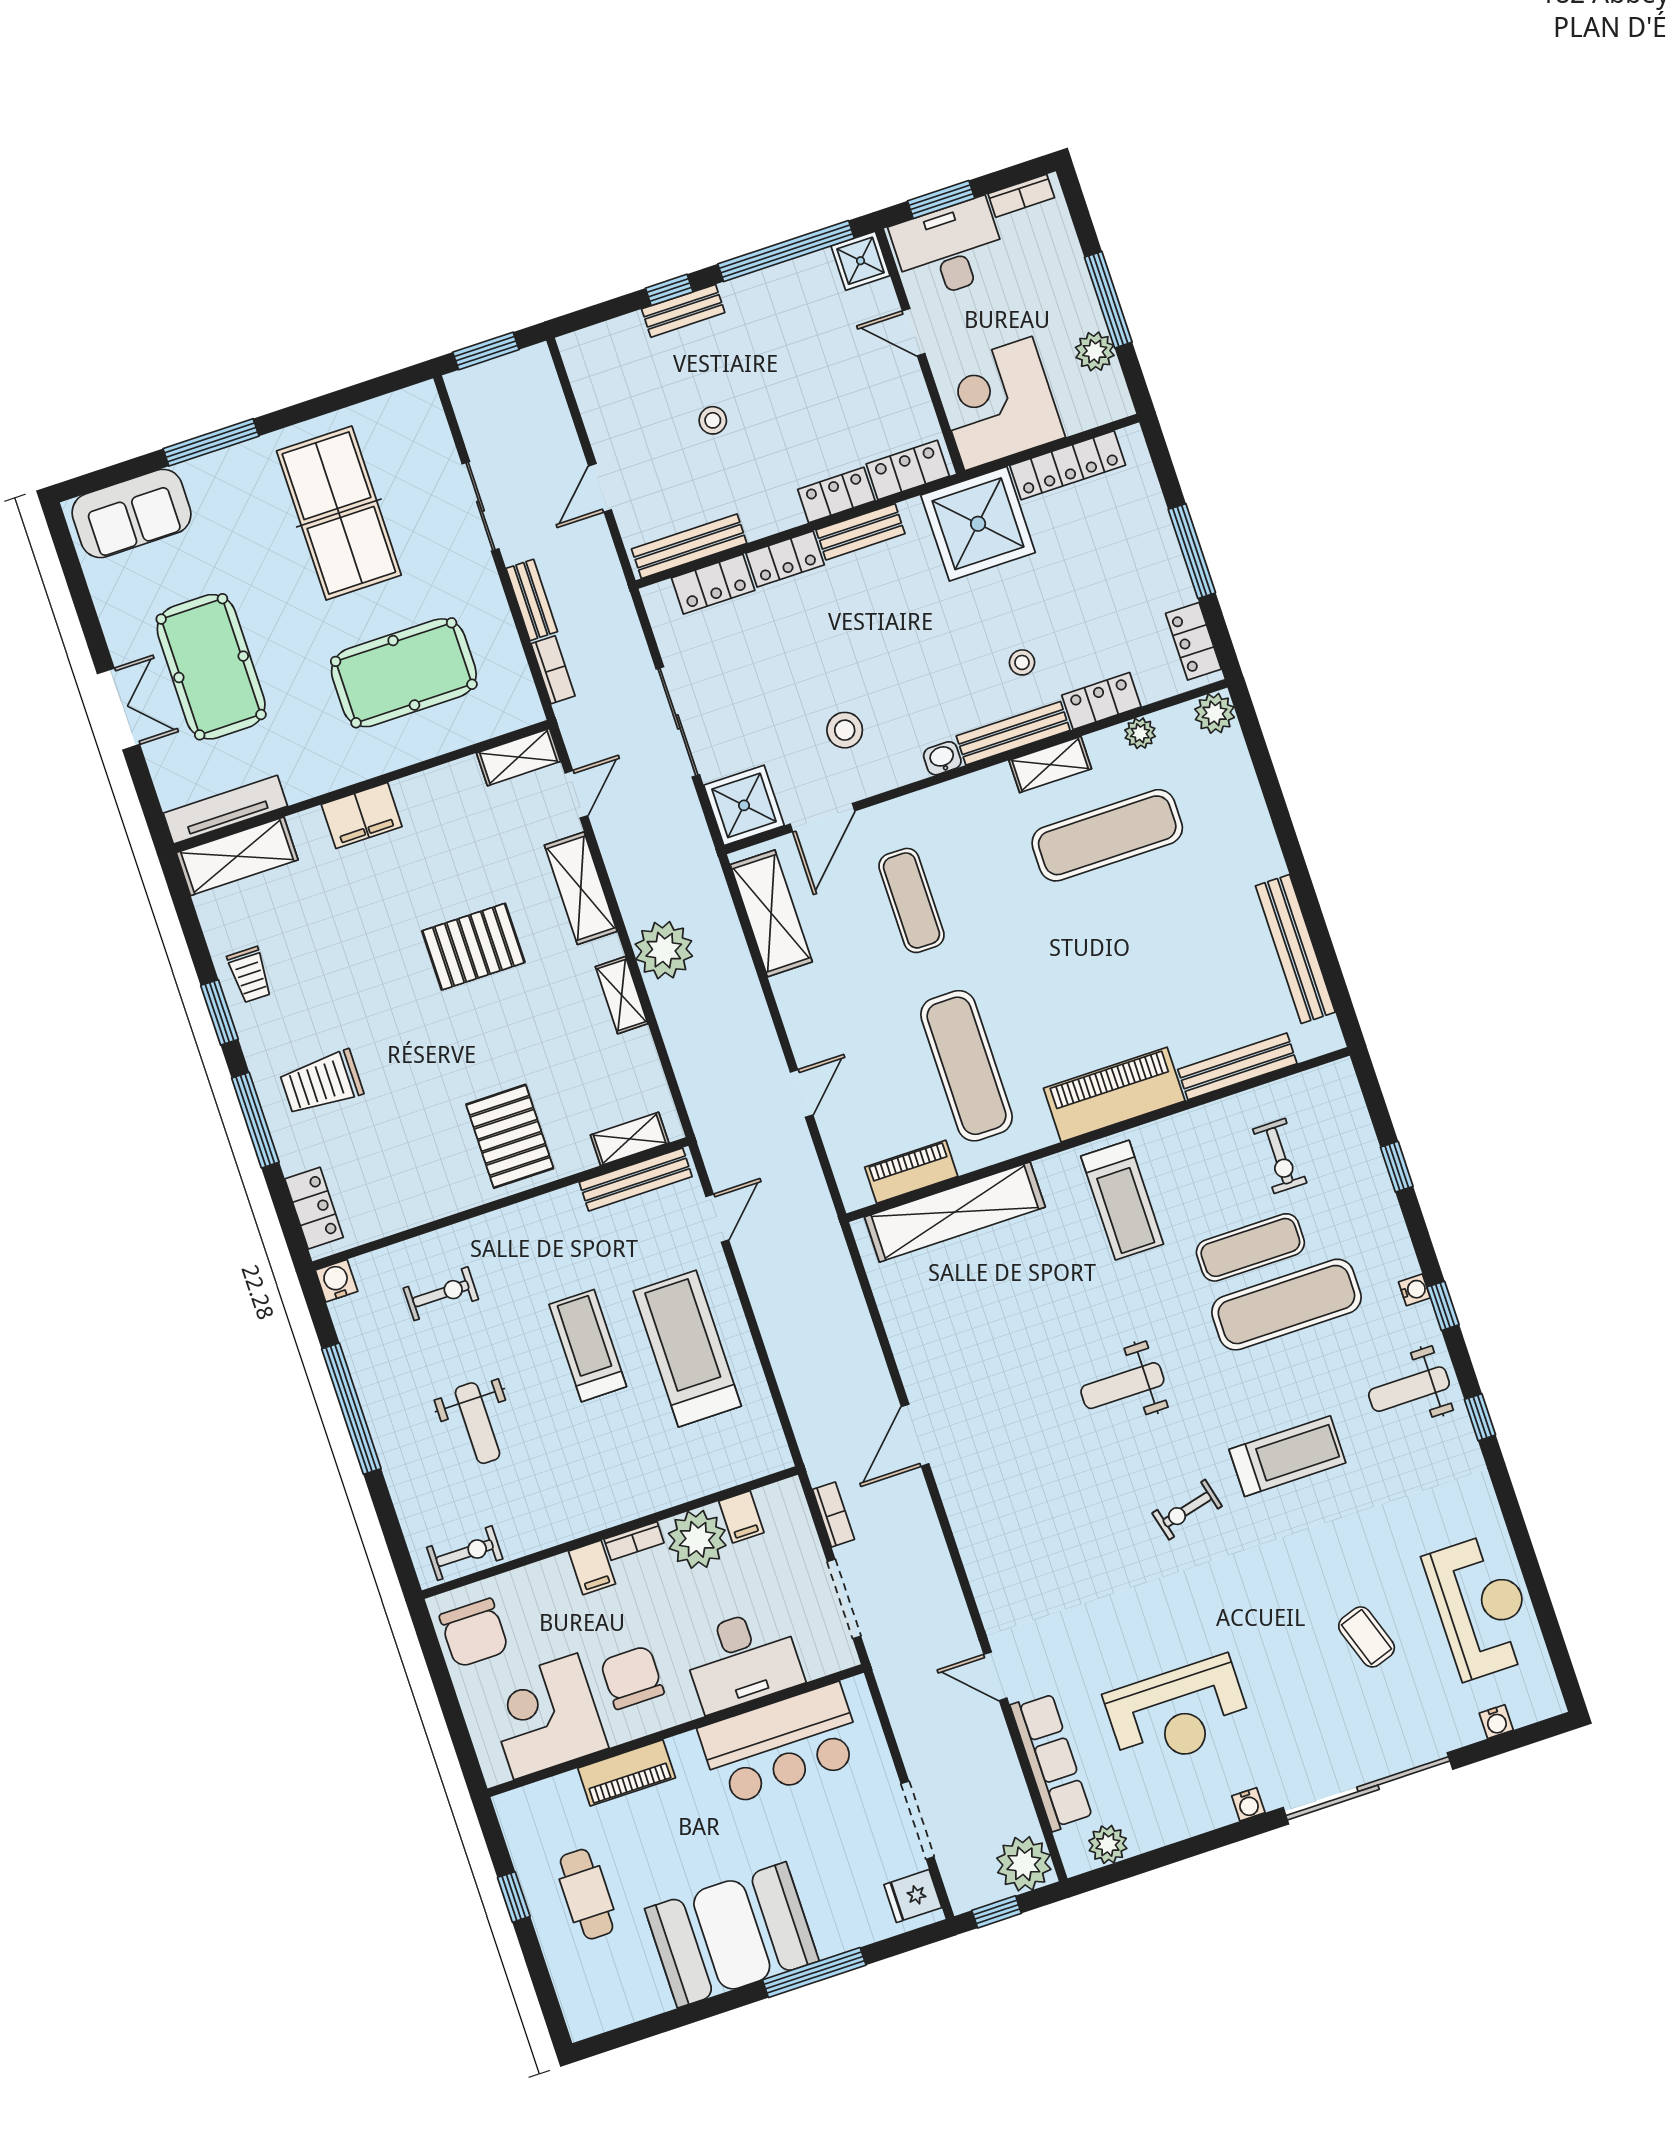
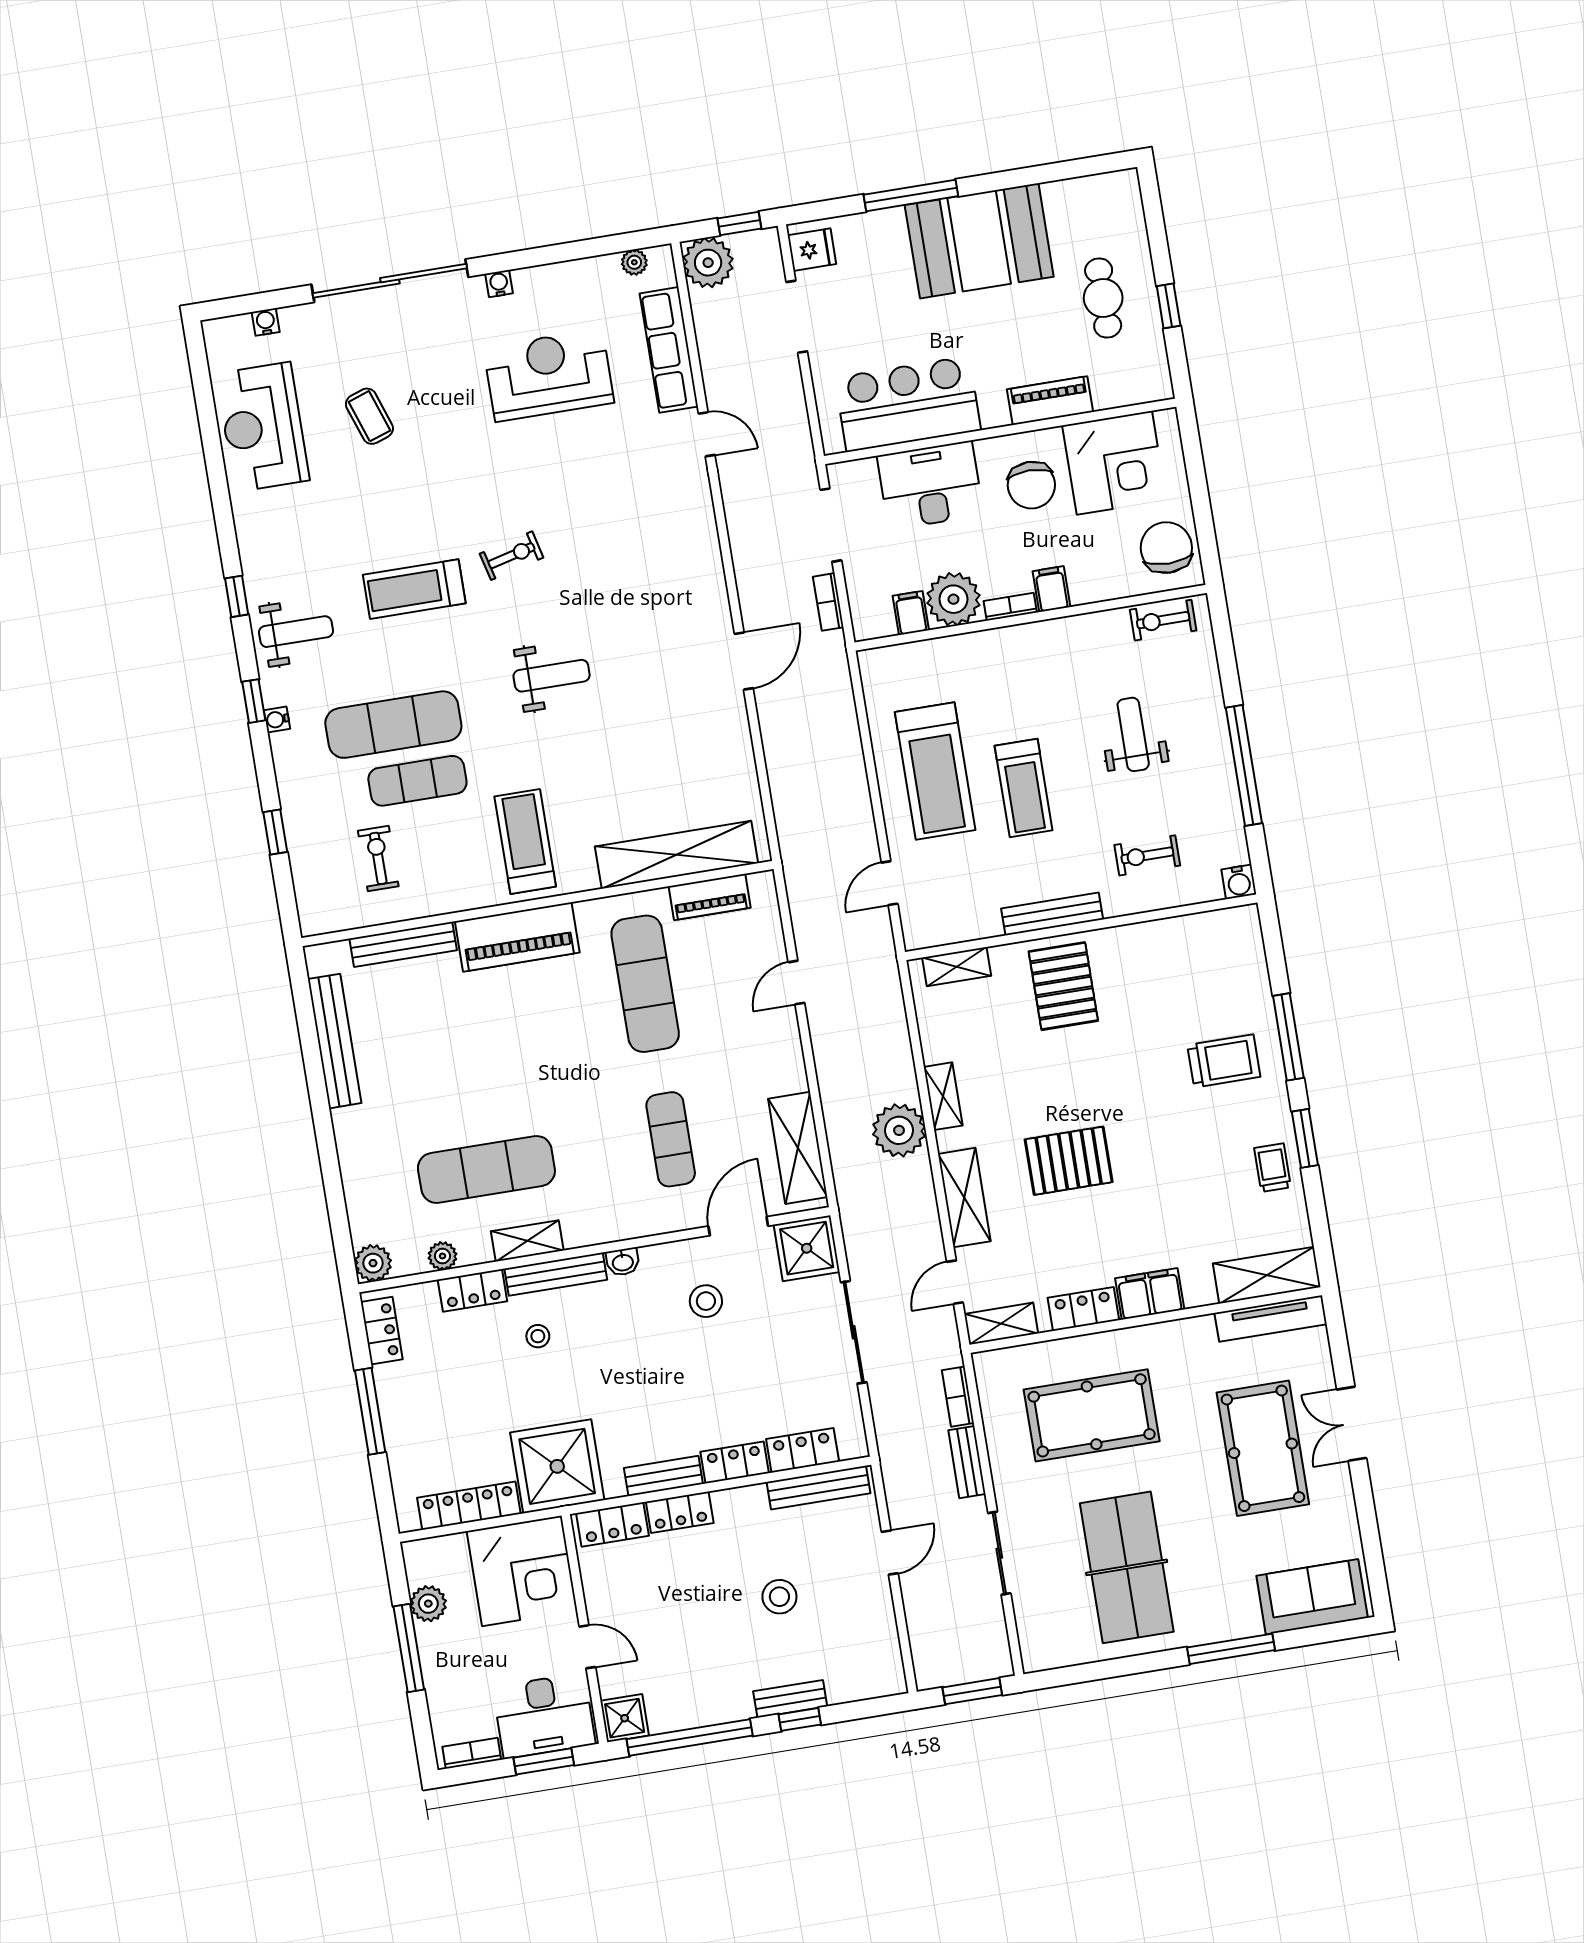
stool: (713, 420) -> (779, 1597), width x1.37, depth x1.37
bench: (636, 1179) -> (1052, 914), moved
locker: (314, 1208) -> (1083, 1309), moved, turned 90
plant: (1108, 1844) -> (634, 262), width x0.73, depth x0.73

